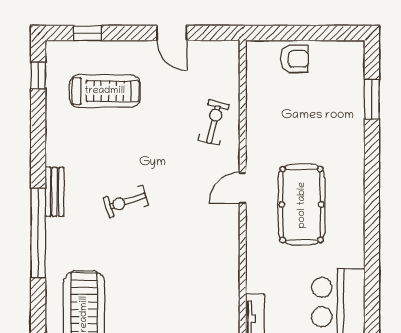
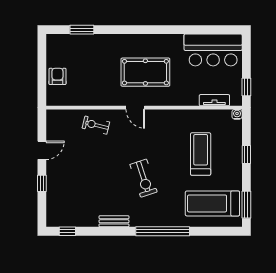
window: (87, 33) -> (42, 183), moved
treadmill: (105, 91) -> (201, 154), moved
bench: (55, 192) -> (114, 221), moved
exercise bike: (126, 202) -> (144, 178), width x1.38, depth x1.39

